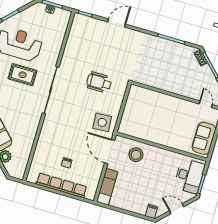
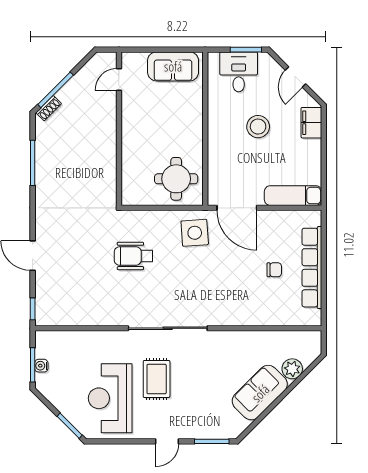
wheelchair: (99, 82) -> (133, 256), turned 90
round table: (137, 121) -> (176, 179), added
door: (110, 152) -> (237, 208), hinge flipped
stool: (136, 155) -> (258, 127), moved
desk: (189, 176) -> (239, 72), width x0.73
filing cabinet: (151, 211) -> (311, 123), width x2.00

